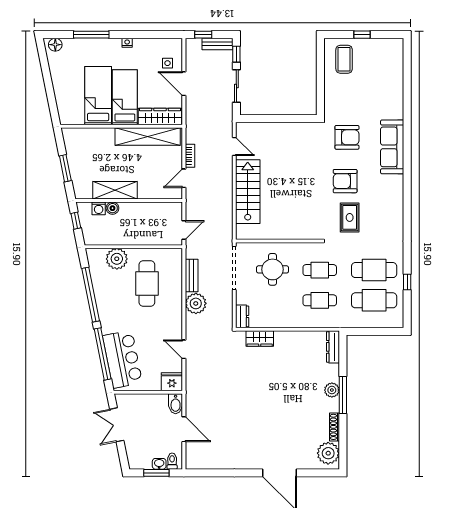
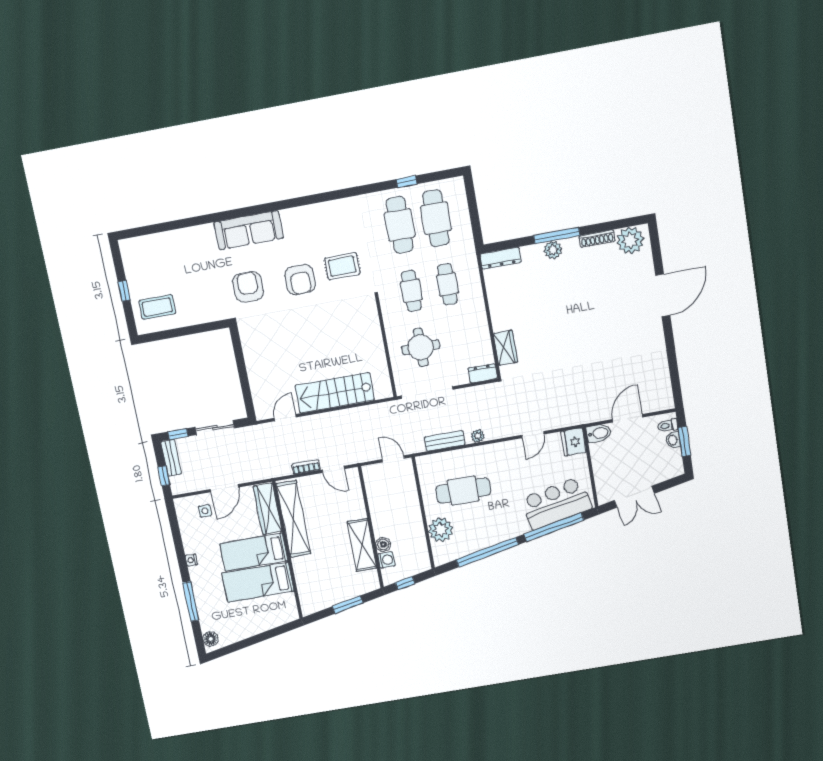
plant: (196, 303) -> (478, 436), width x0.53, depth x0.53

